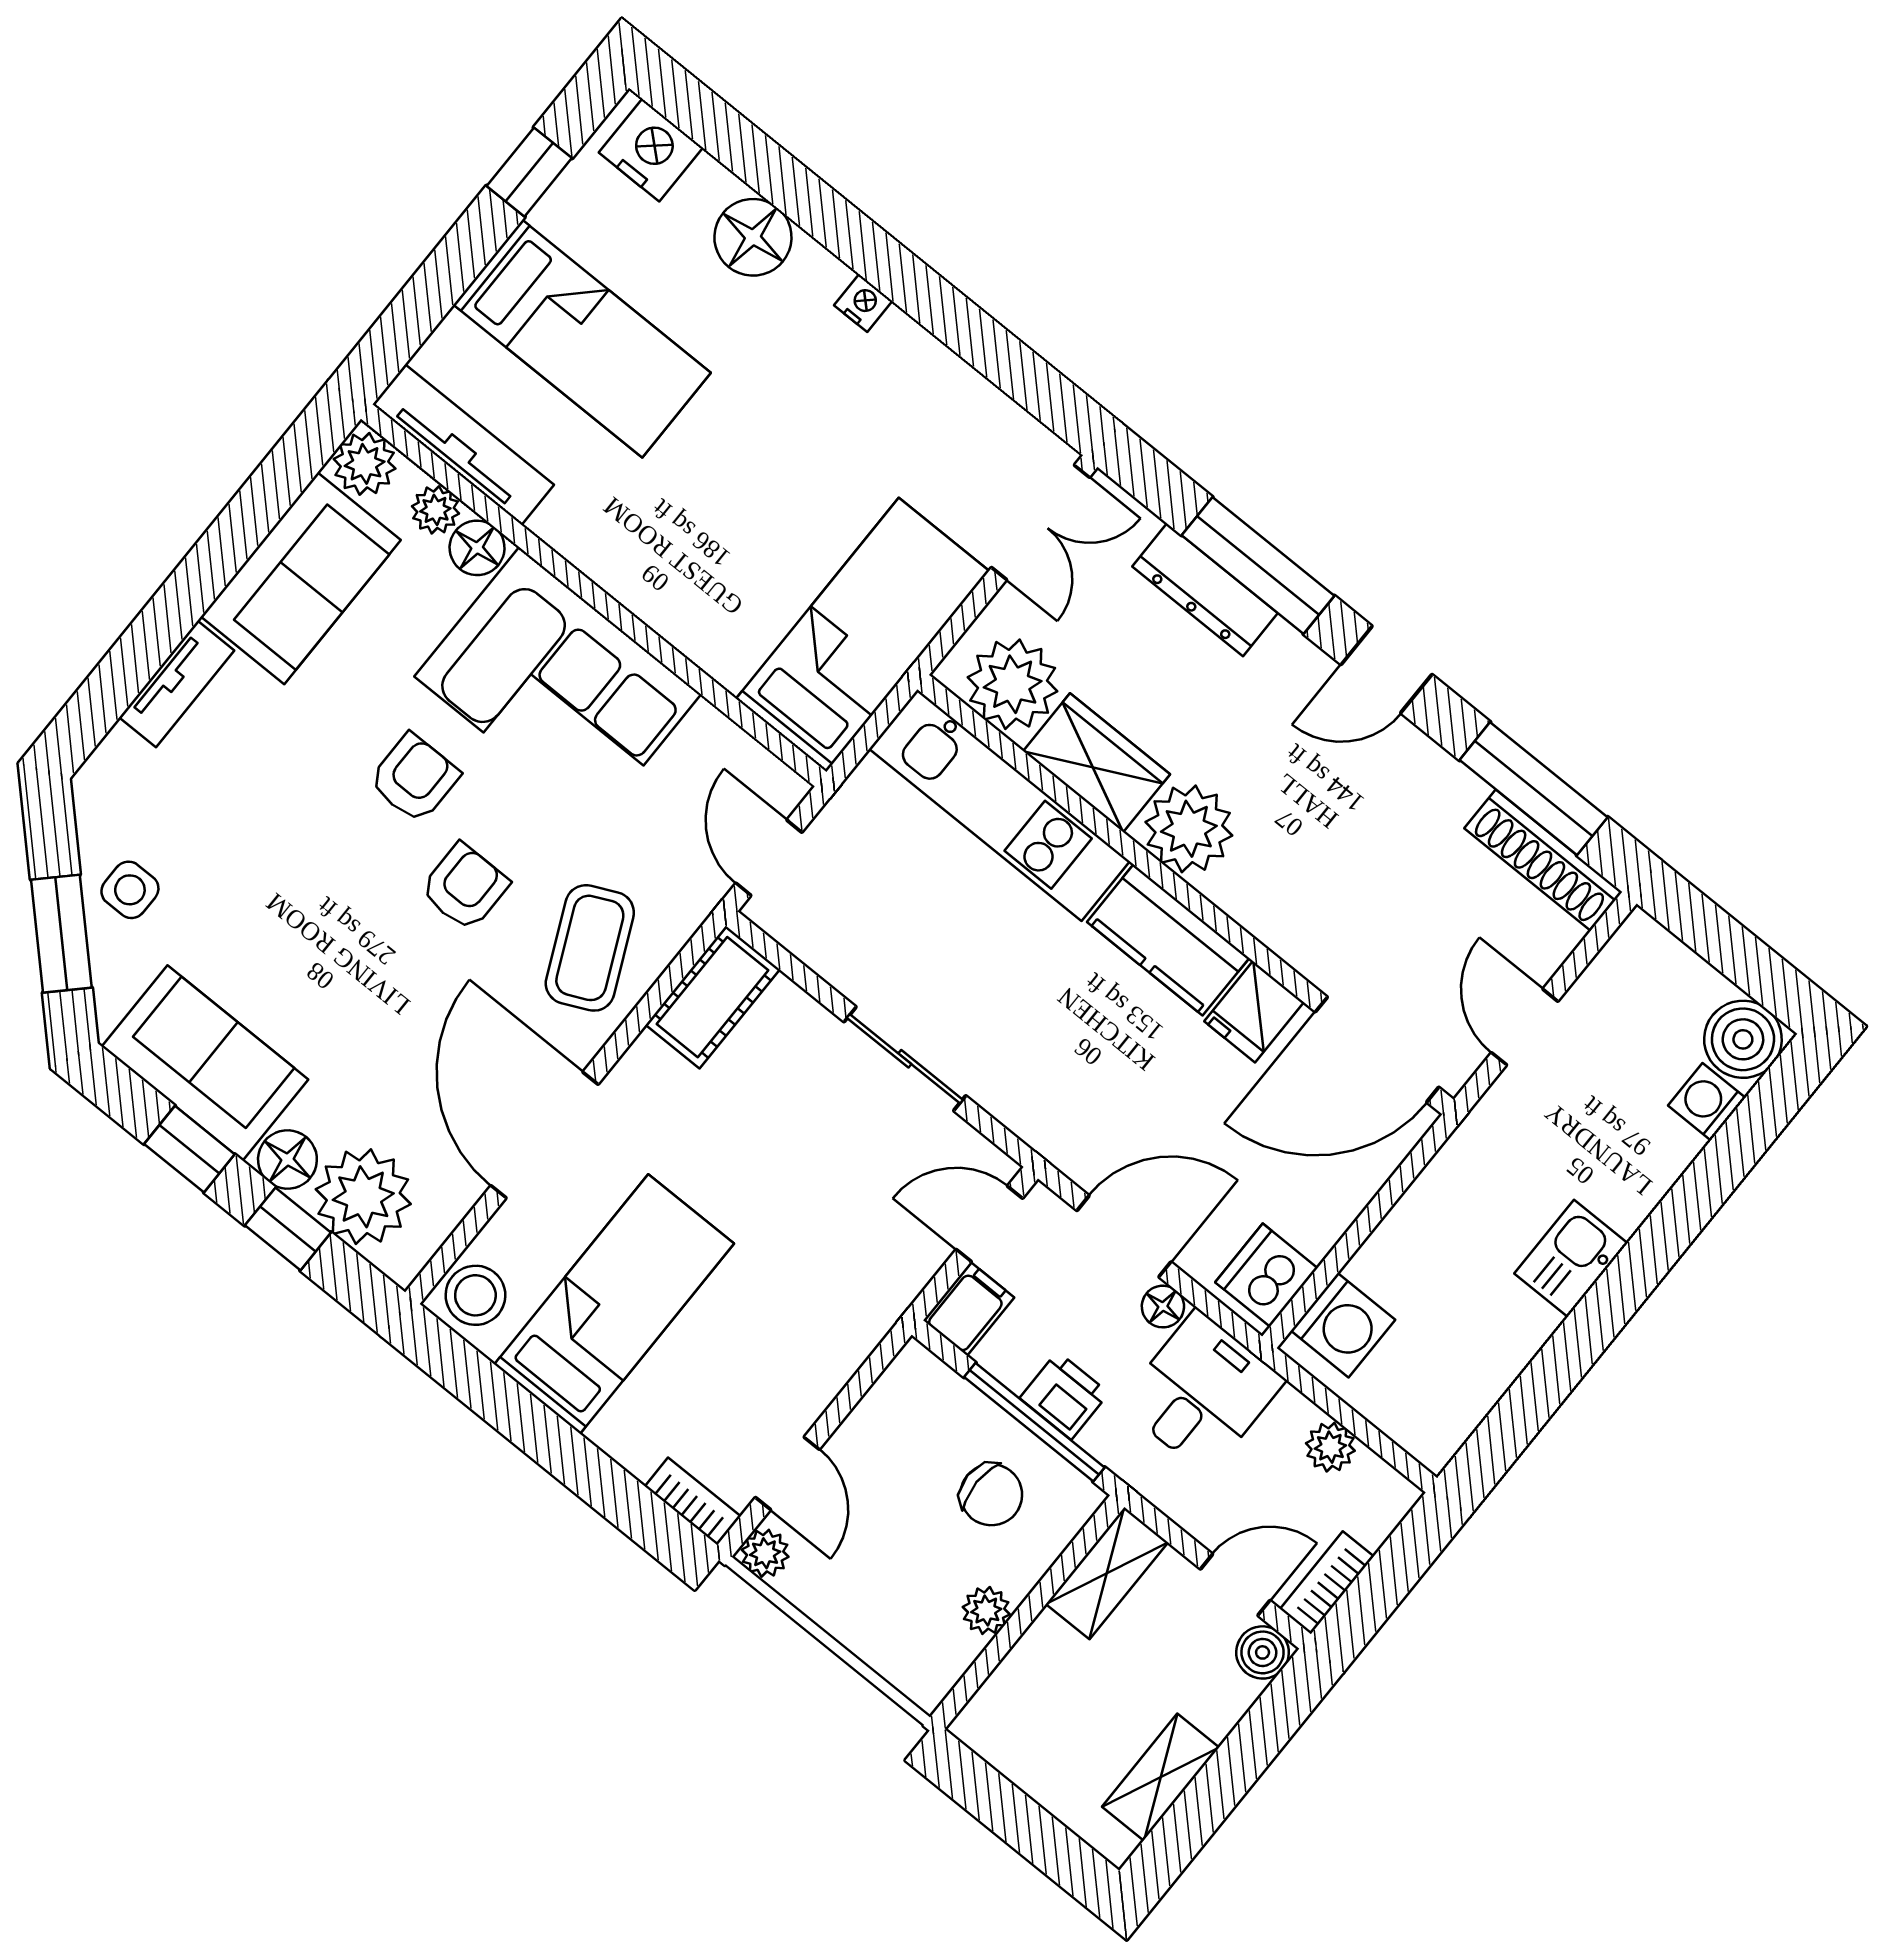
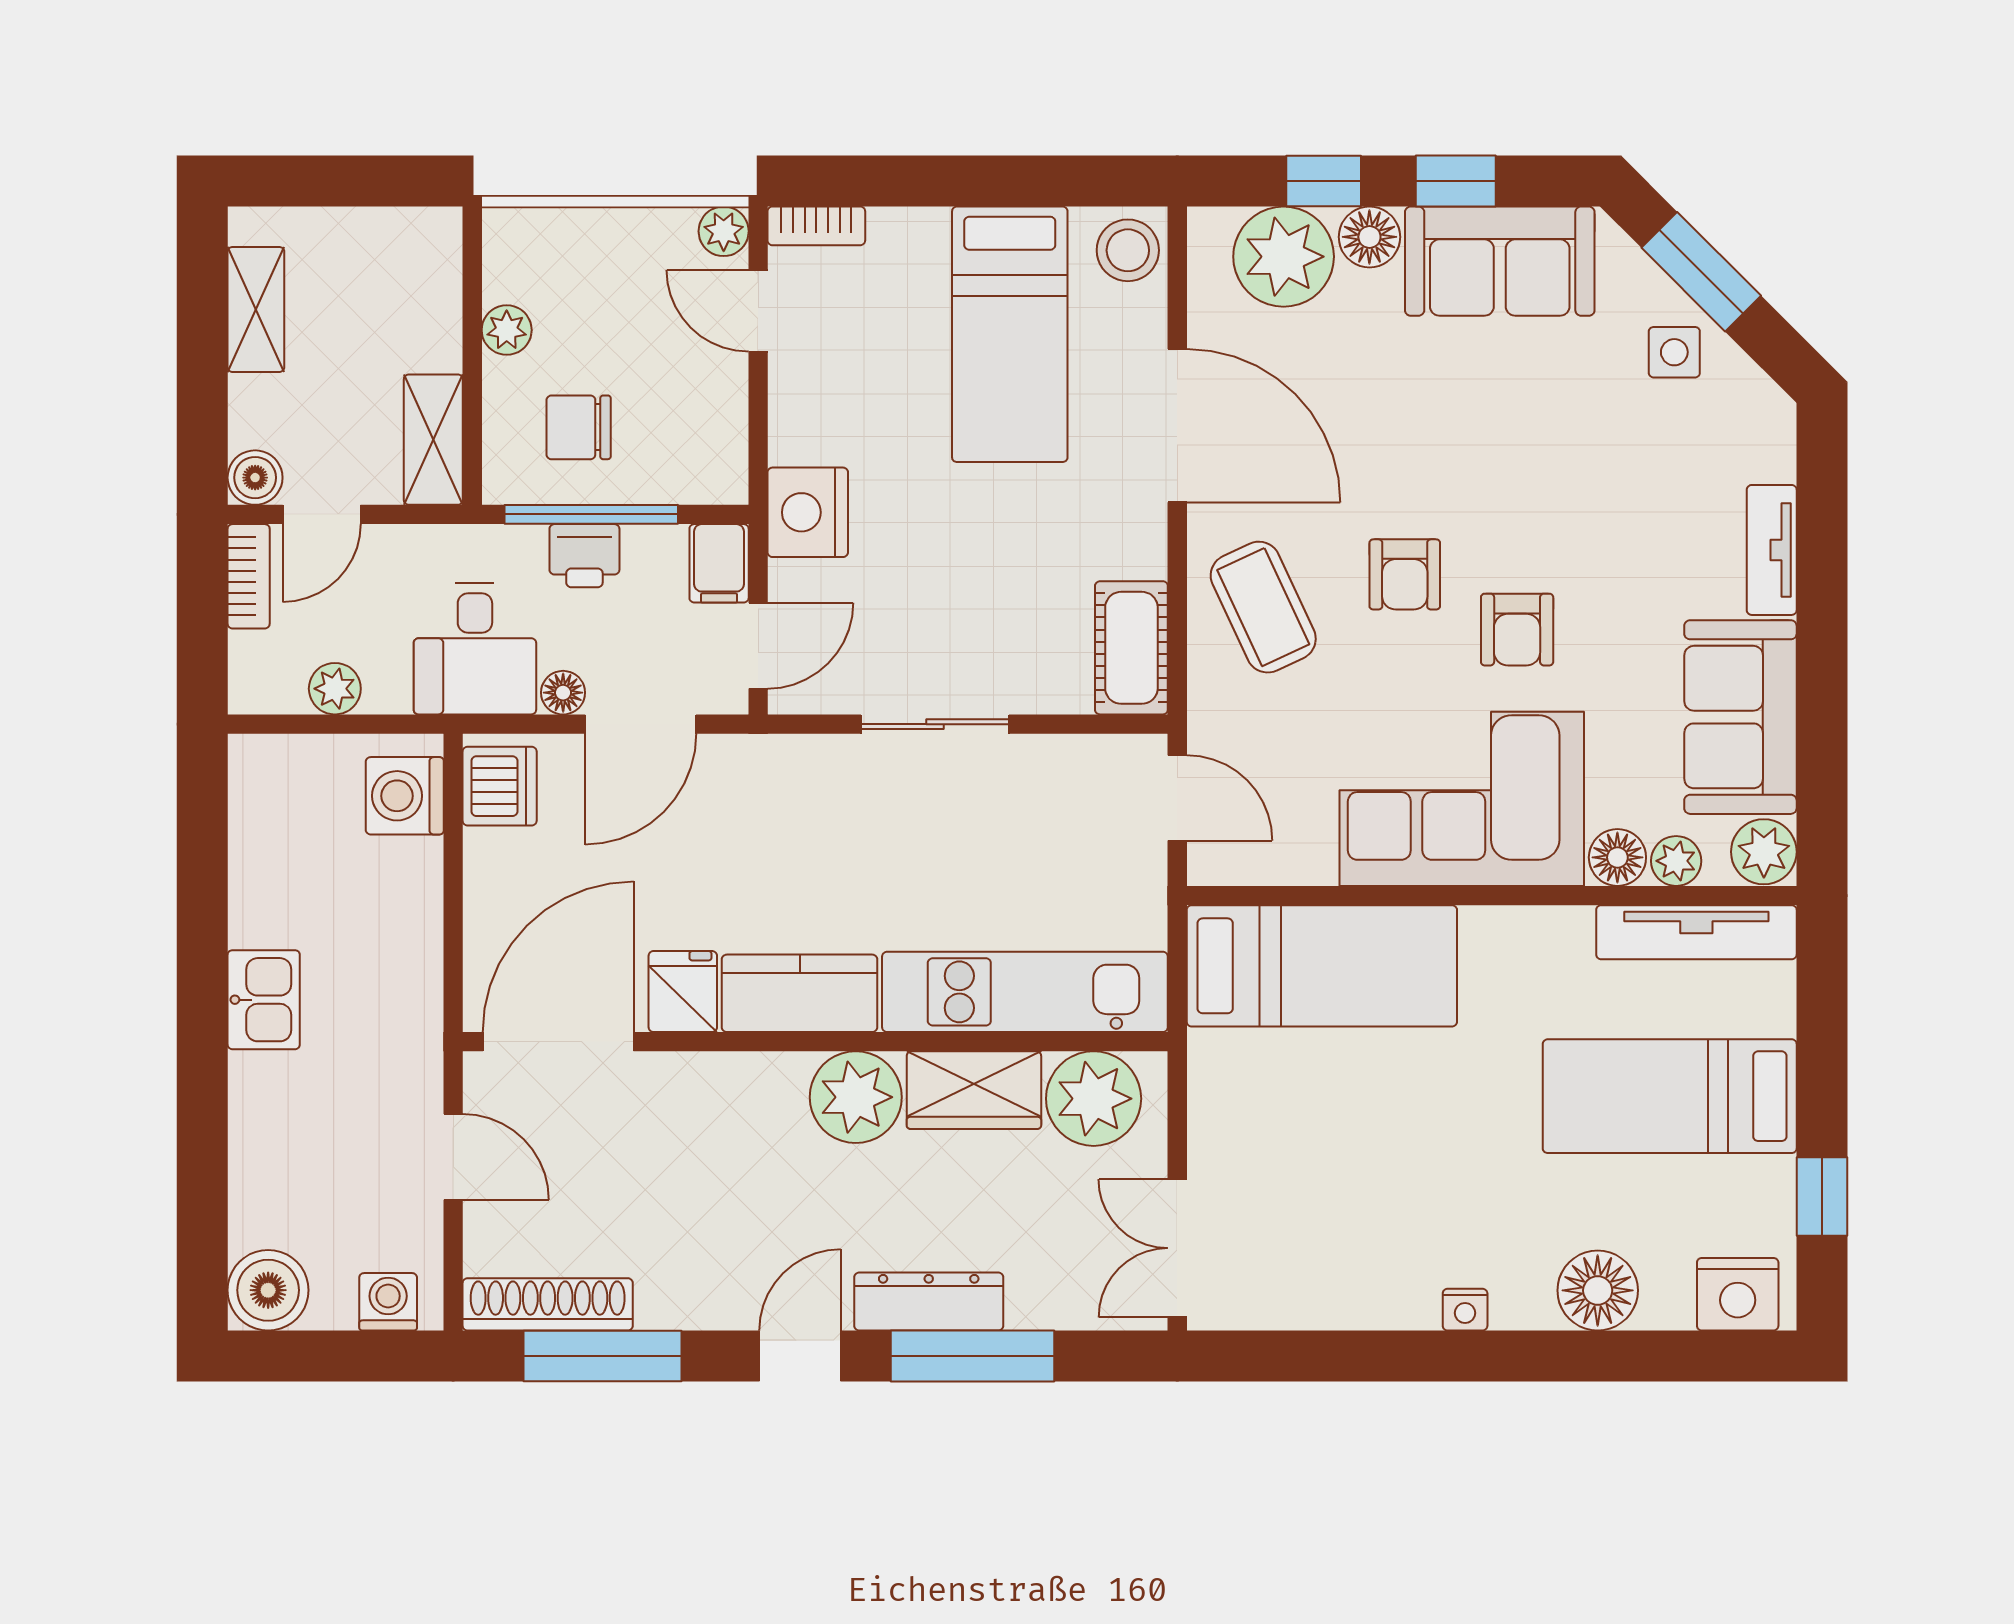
dresser: (1205, 590) -> (929, 1302), moved
bed: (863, 635) -> (1322, 966), moved, turned -90
washing machine: (1707, 1102) -> (388, 1302), moved, turned -90
nightstand: (872, 1293) -> (808, 512), added

